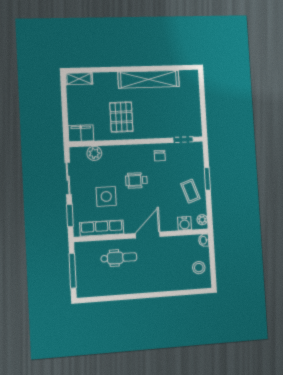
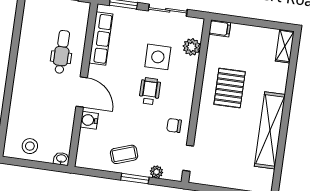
pallet: (121, 117) -> (230, 88), turned 90
filing cabinet: (81, 133) -> (220, 28), width x0.50
side table: (106, 196) -> (158, 57), moved
plant: (202, 220) -> (156, 172), moved
water cooler: (185, 223) -> (89, 120), moved
dental chair: (119, 258) -> (62, 52), turned 180

